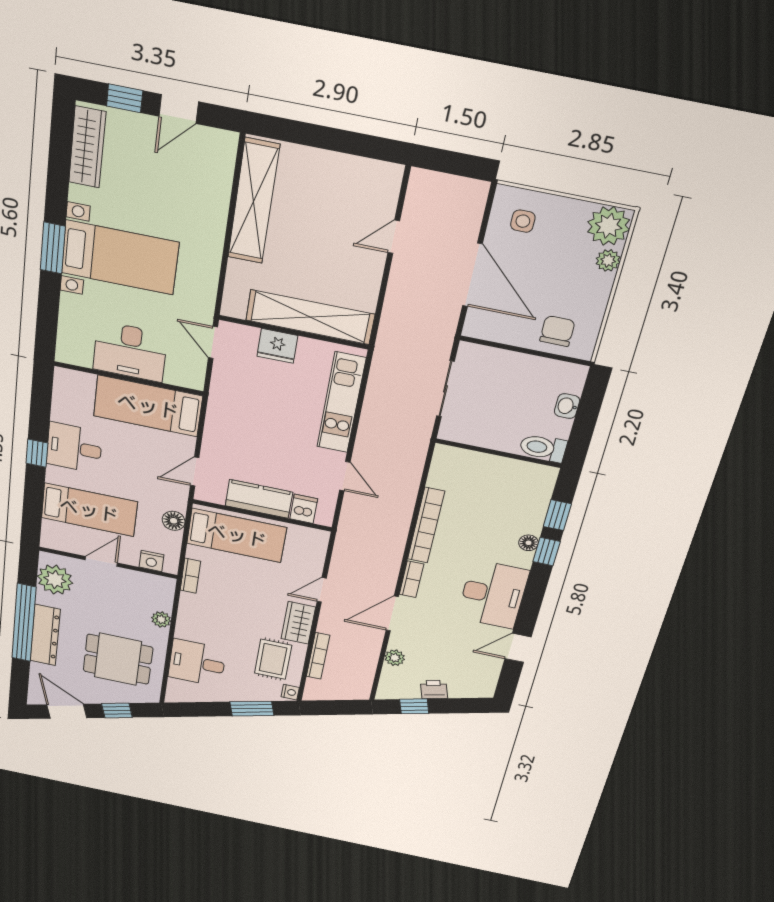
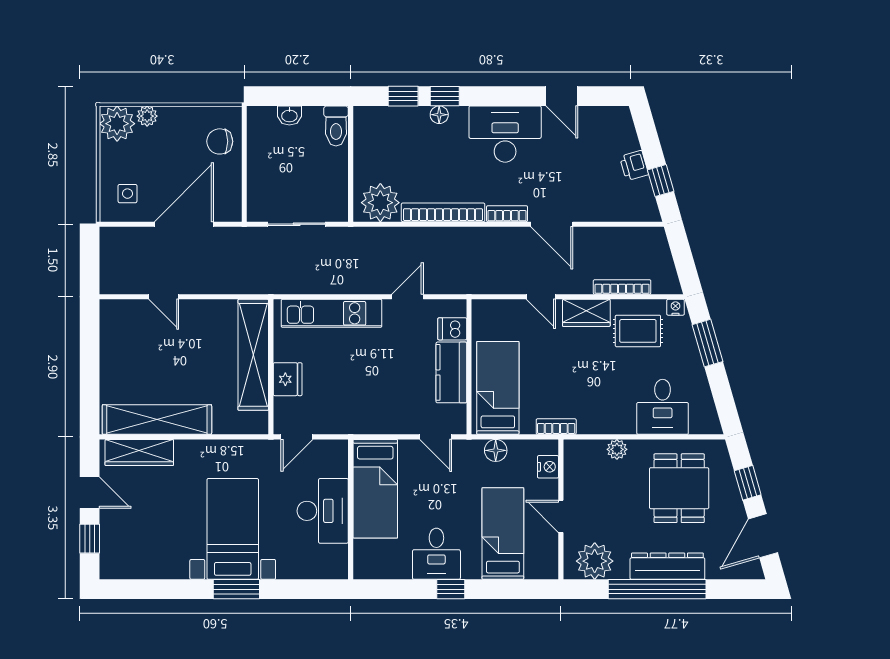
wardrobe: (87, 147) -> (139, 453), moved, turned 180
plant: (395, 658) -> (380, 203), moved, width x1.87, depth x1.87

